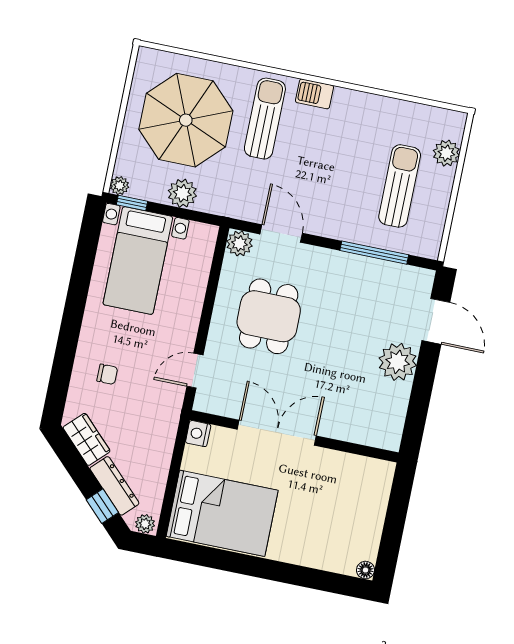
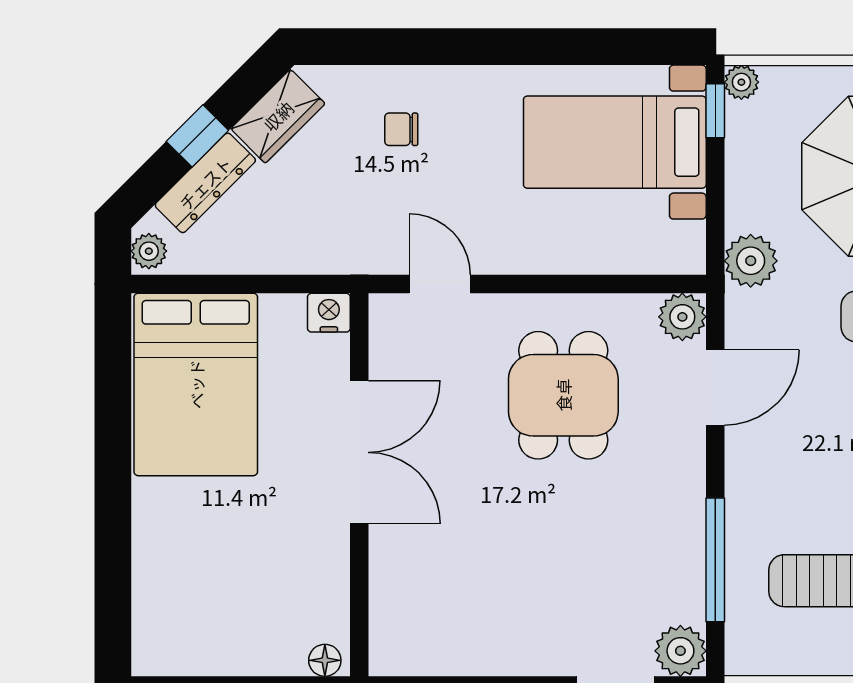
plant: (182, 193) -> (751, 261), moved
dining table: (269, 316) -> (563, 395), turned 90
plant: (398, 362) -> (680, 651), moved, width x0.73, depth x0.73
chair: (107, 374) -> (401, 129), turned 90
window: (102, 506) -> (197, 136), moved
floor lamp: (366, 570) -> (325, 660), moved

